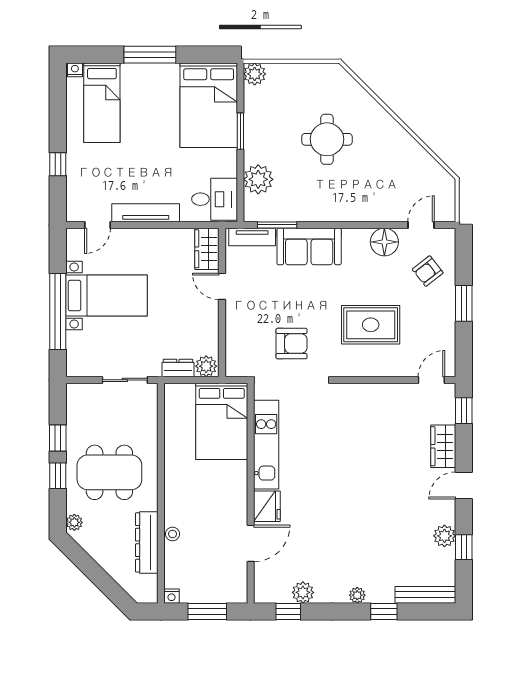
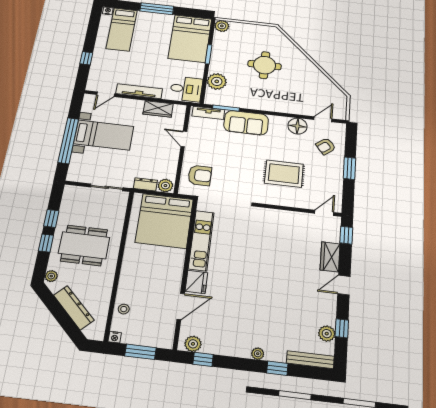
wardrobe: (207, 249) -> (158, 109), moved, turned -90
armchair: (292, 344) -> (200, 175), moved
bed: (222, 421) -> (164, 221), width x1.36
stool: (173, 534) -> (124, 309), moved
plant: (444, 536) -> (327, 334), moved
dresser: (147, 542) -> (74, 308), moved, turned 135
plant: (303, 592) -> (193, 344), moved

